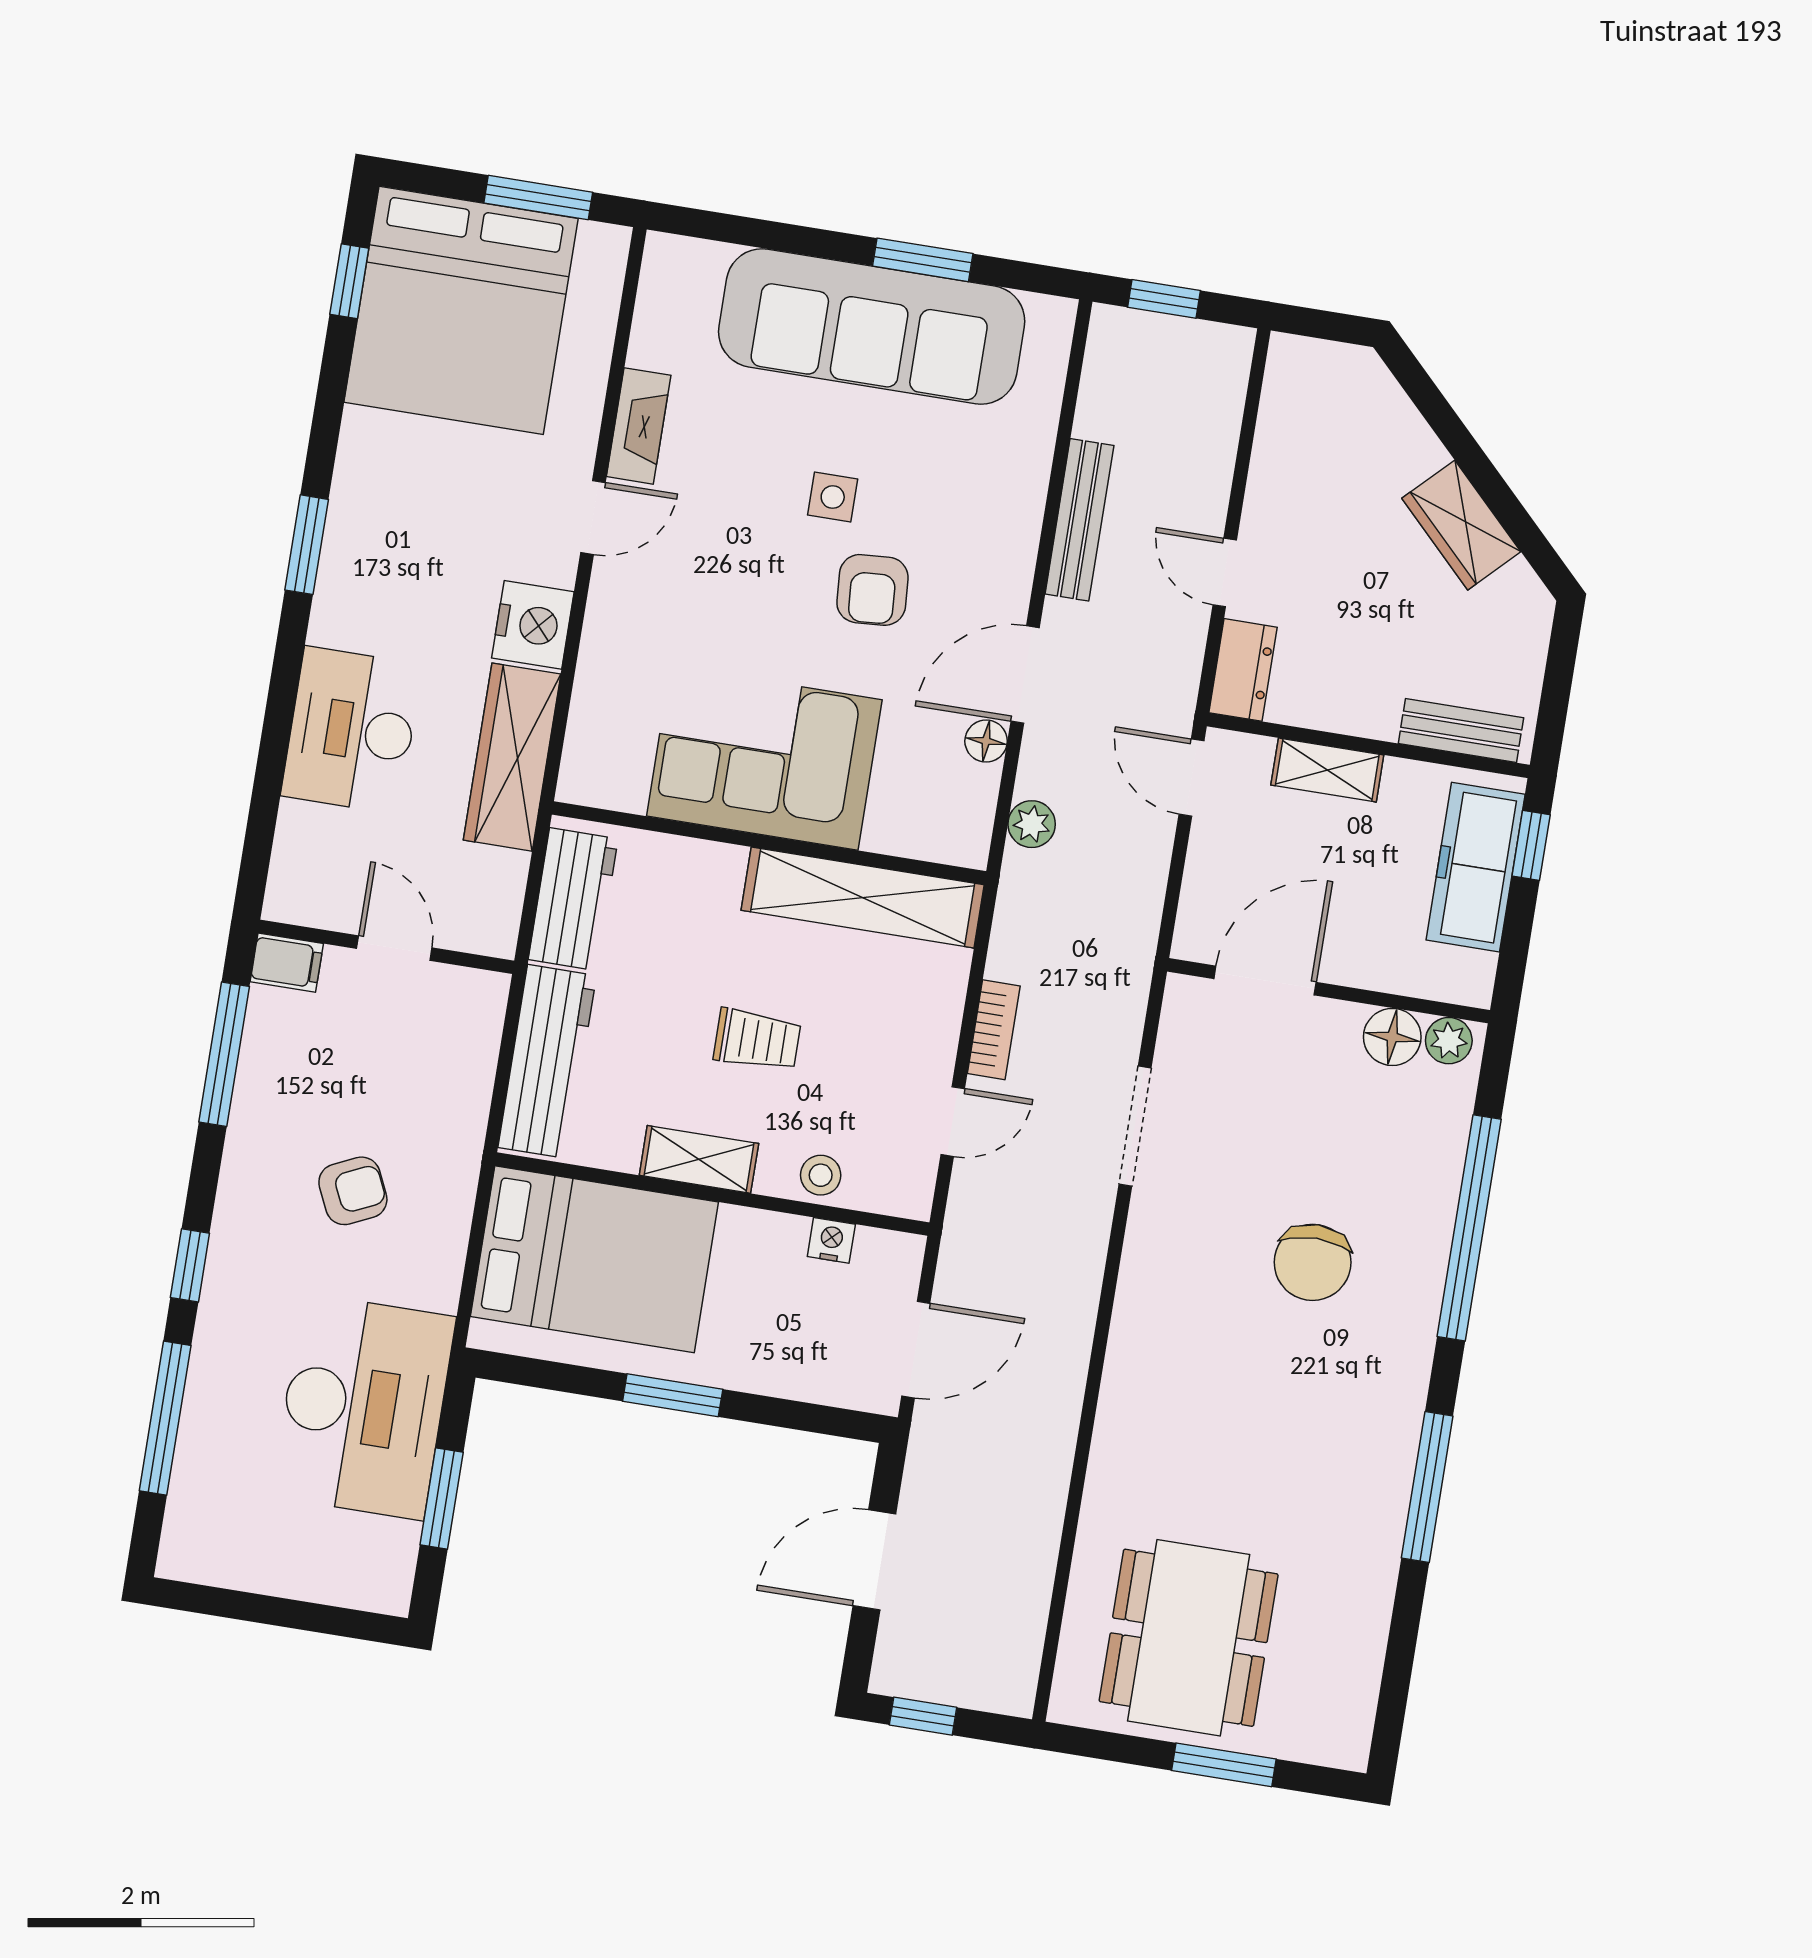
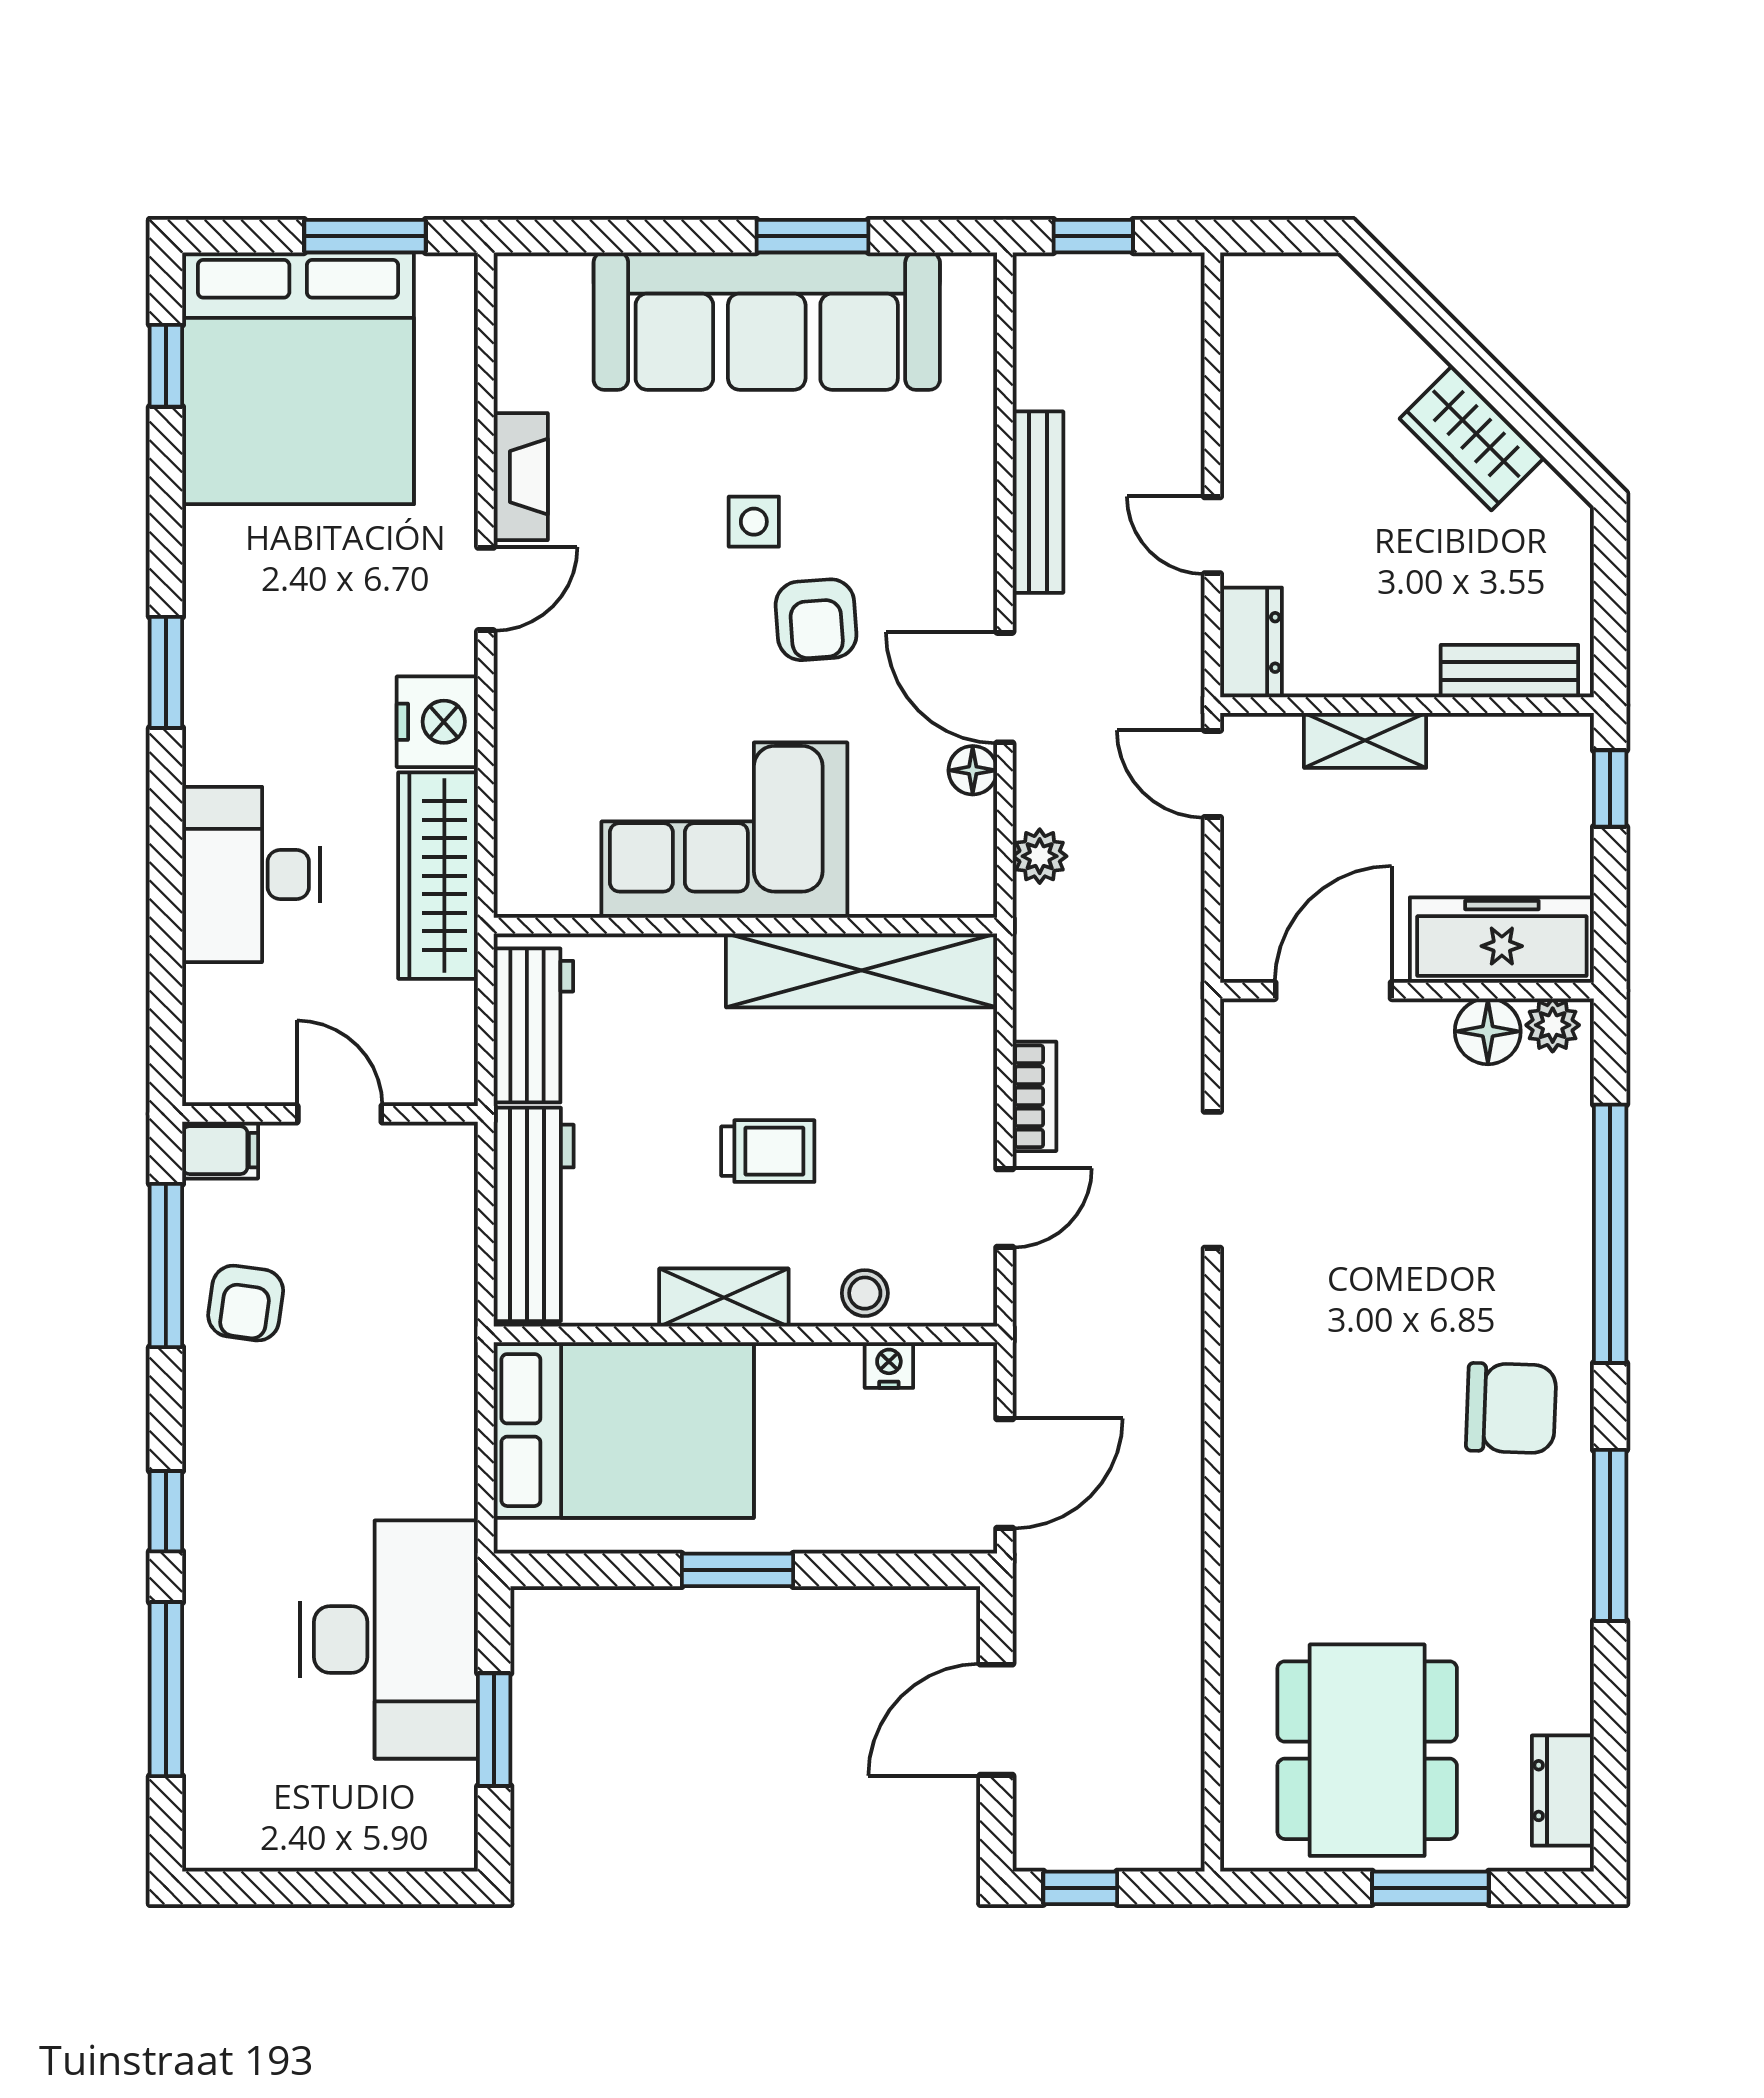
door: (1025, 675) -> (1005, 688), hinge flipped
freezer: (1476, 867) -> (1502, 940), moved, turned 90
armchair: (353, 1191) -> (246, 1303), moved, turned 123
chair: (1313, 1262) -> (1511, 1408), moved, turned -88
dresser: (1351, 1700) -> (1563, 1791), added

